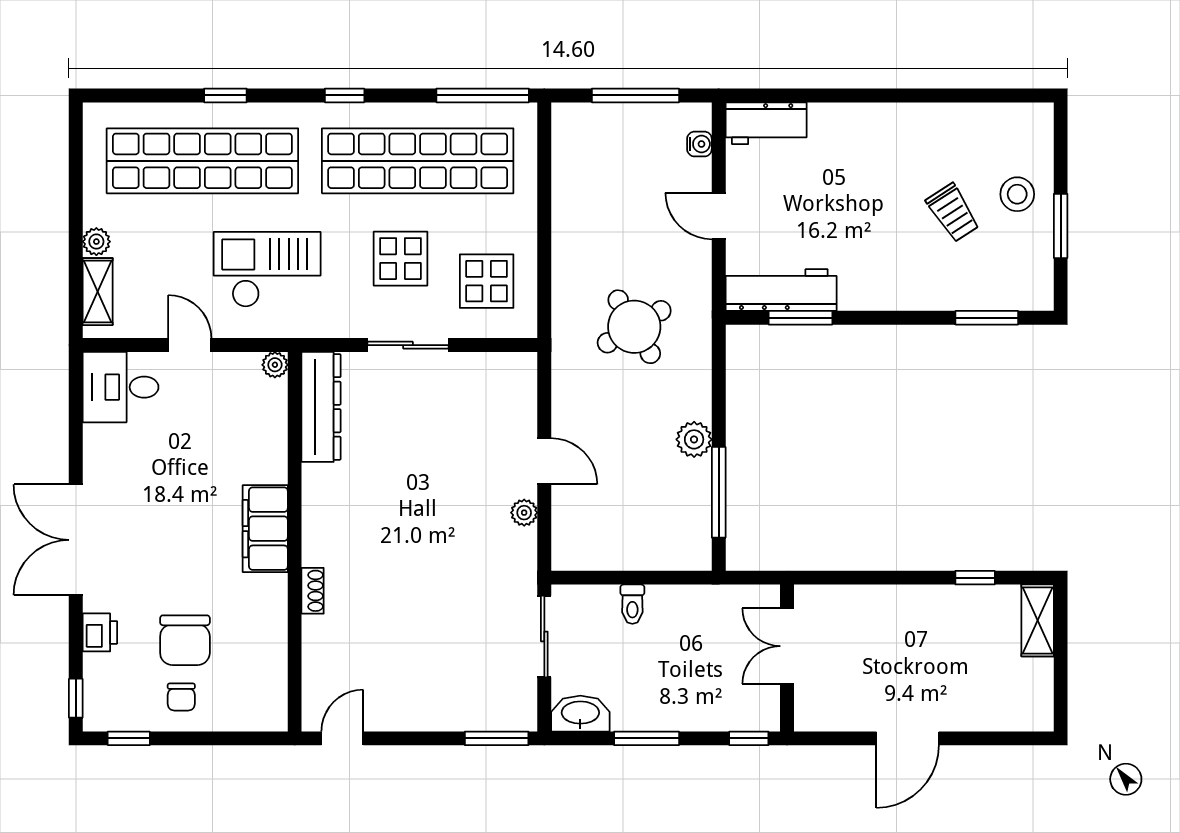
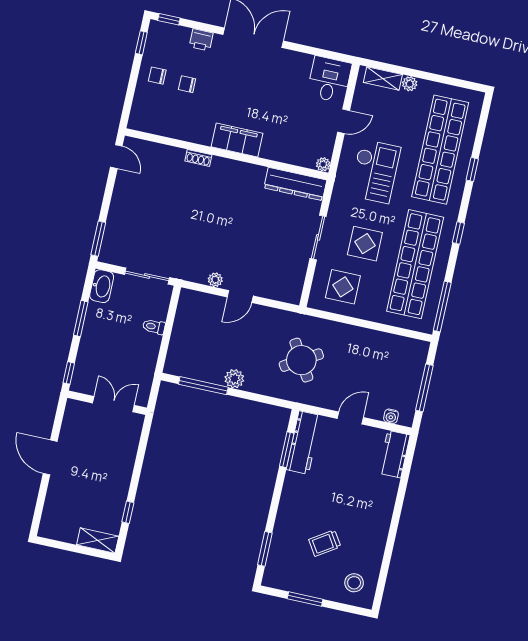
stool: (1017, 194) -> (354, 583), moved
chair: (185, 640) -> (187, 84), width x0.54, depth x0.54

